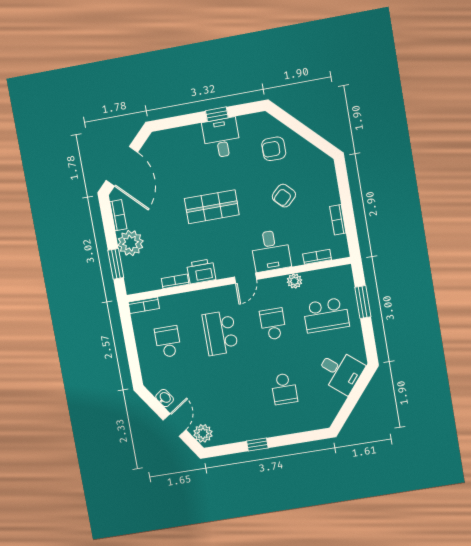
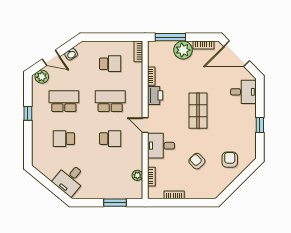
desk: (221, 138) -> (243, 92), moved
window: (116, 264) -> (170, 37), width x1.44
plant: (295, 281) -> (137, 175), moved
school desk: (326, 315) -> (64, 101), moved, turned 90

